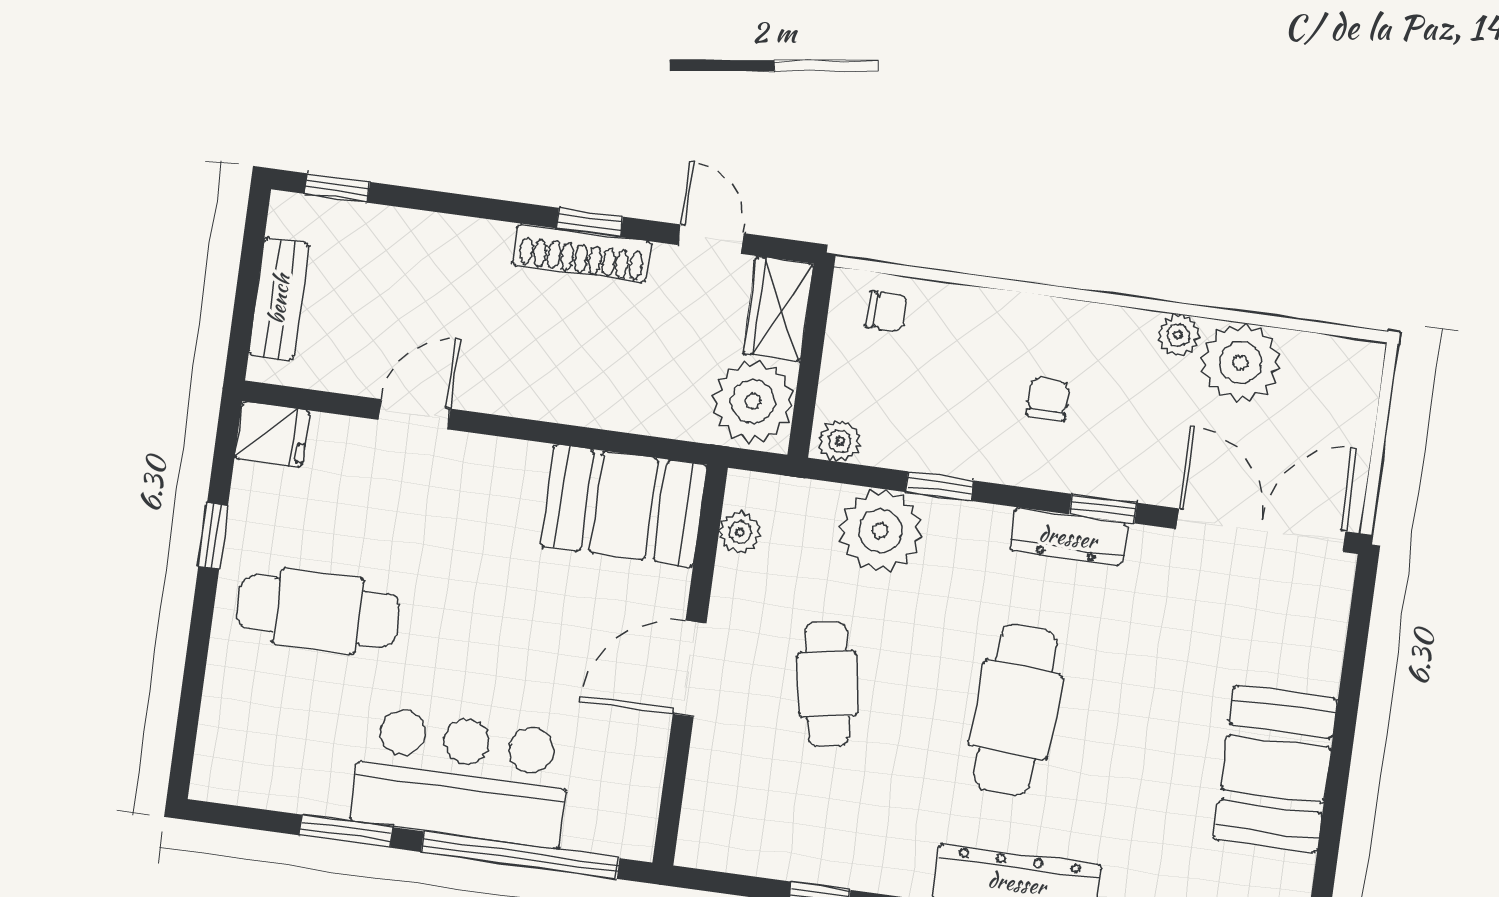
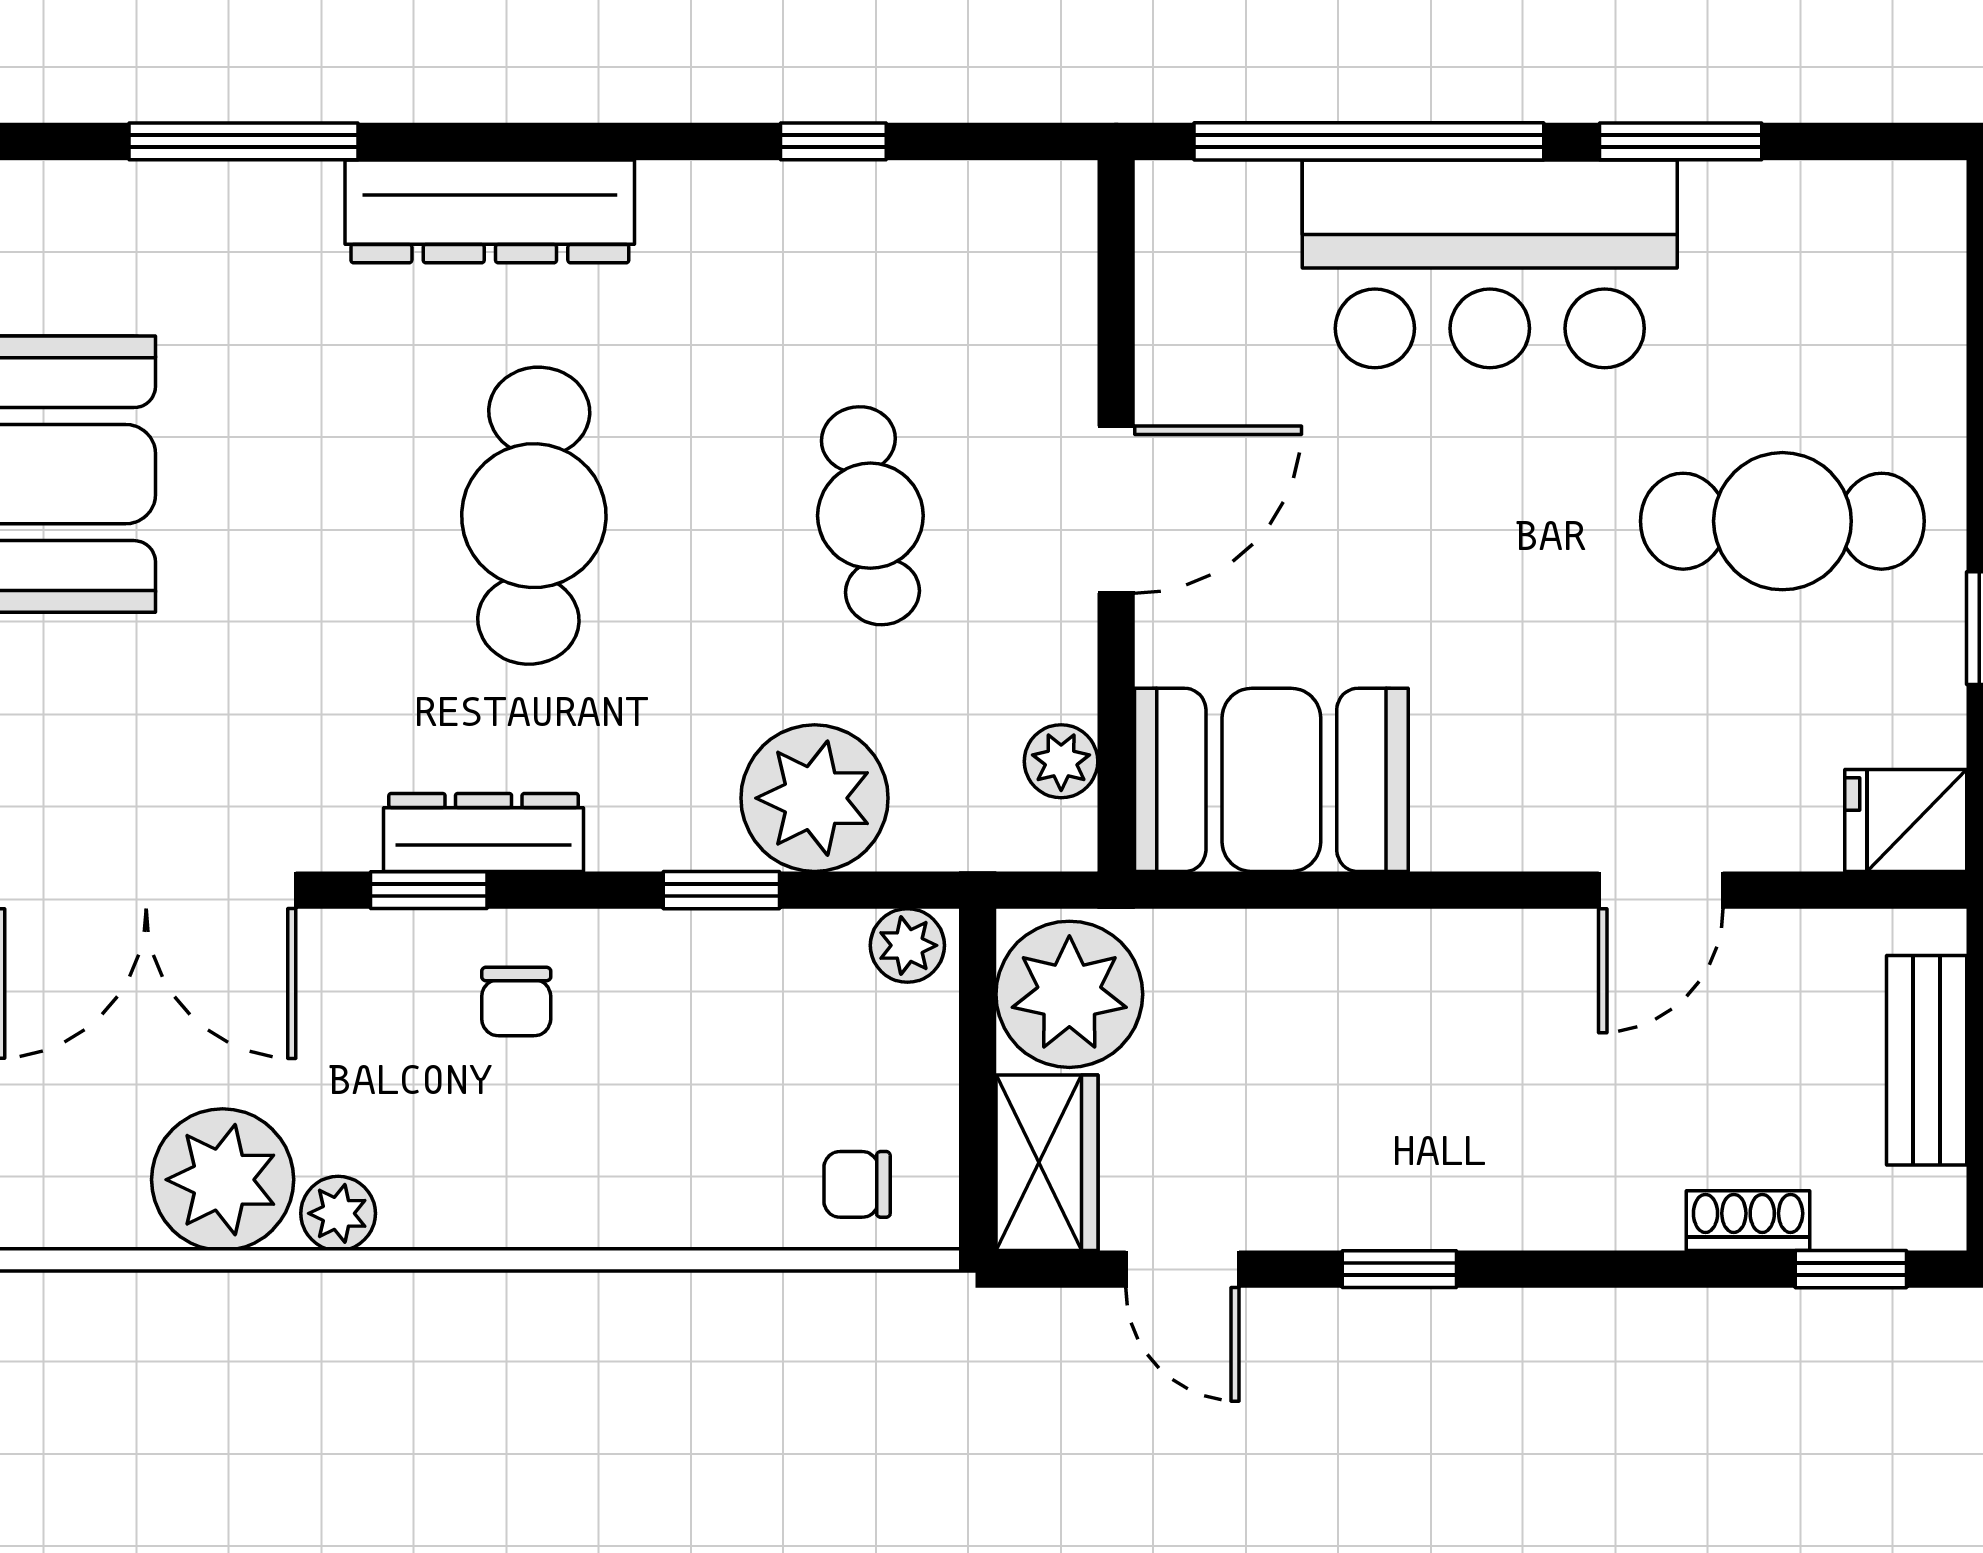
shoe rack: (582, 253) -> (1748, 1221), moved, width x0.51, depth x0.81
chair: (1048, 399) -> (516, 1002), moved

